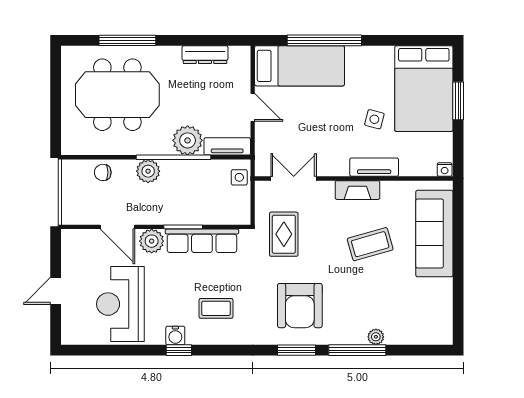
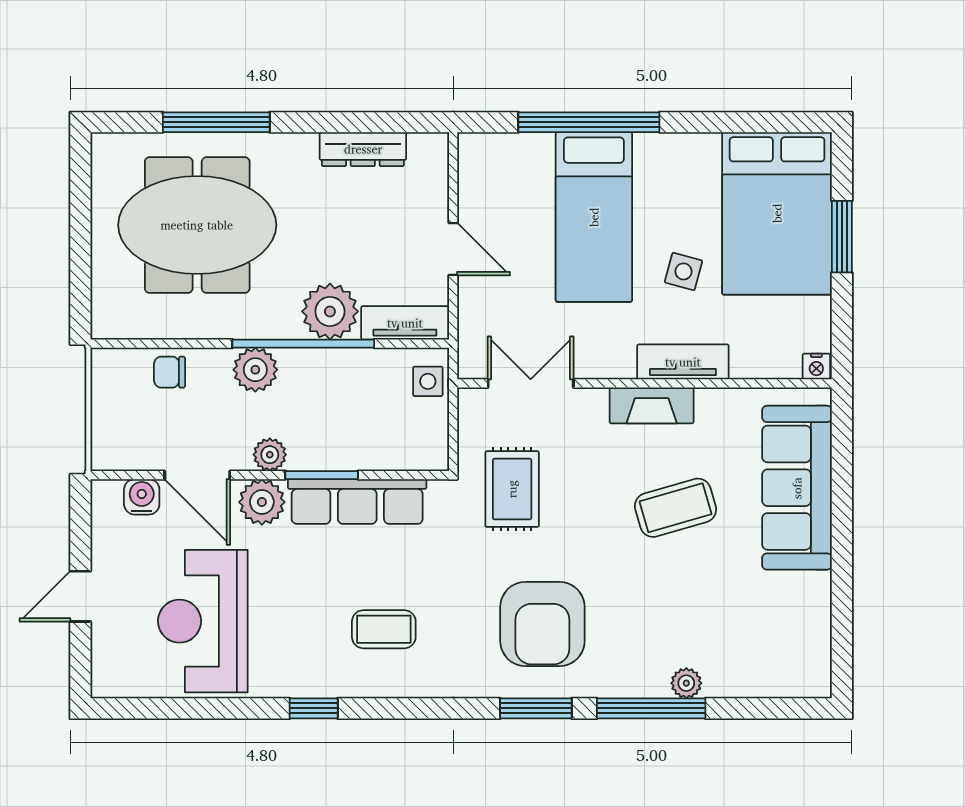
bed: (300, 66) -> (594, 217), moved, turned 90
plant: (156, 216) -> (270, 455), added
water cooler: (175, 335) -> (142, 497), moved, turned 180

